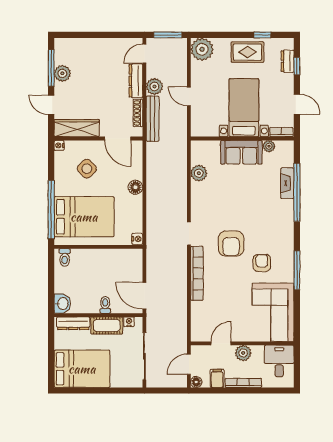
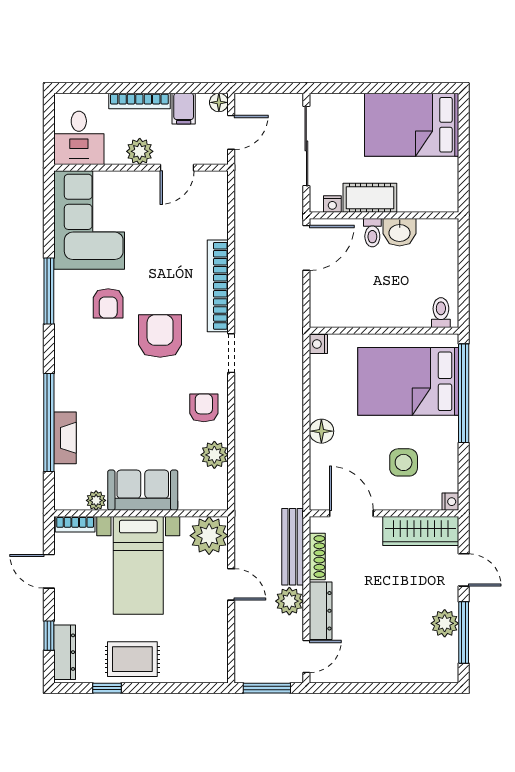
plant: (202, 49) -> (209, 536), moved
dresser: (288, 61) -> (65, 652), width x1.44
side table: (87, 169) -> (404, 462), turned 45
armchair: (205, 201) -> (204, 408), added
door: (144, 296) -> (306, 248), hinge flipped
washbasin: (62, 304) -> (400, 232), moved, turned -90
dresser: (73, 323) -> (427, 201), removed

